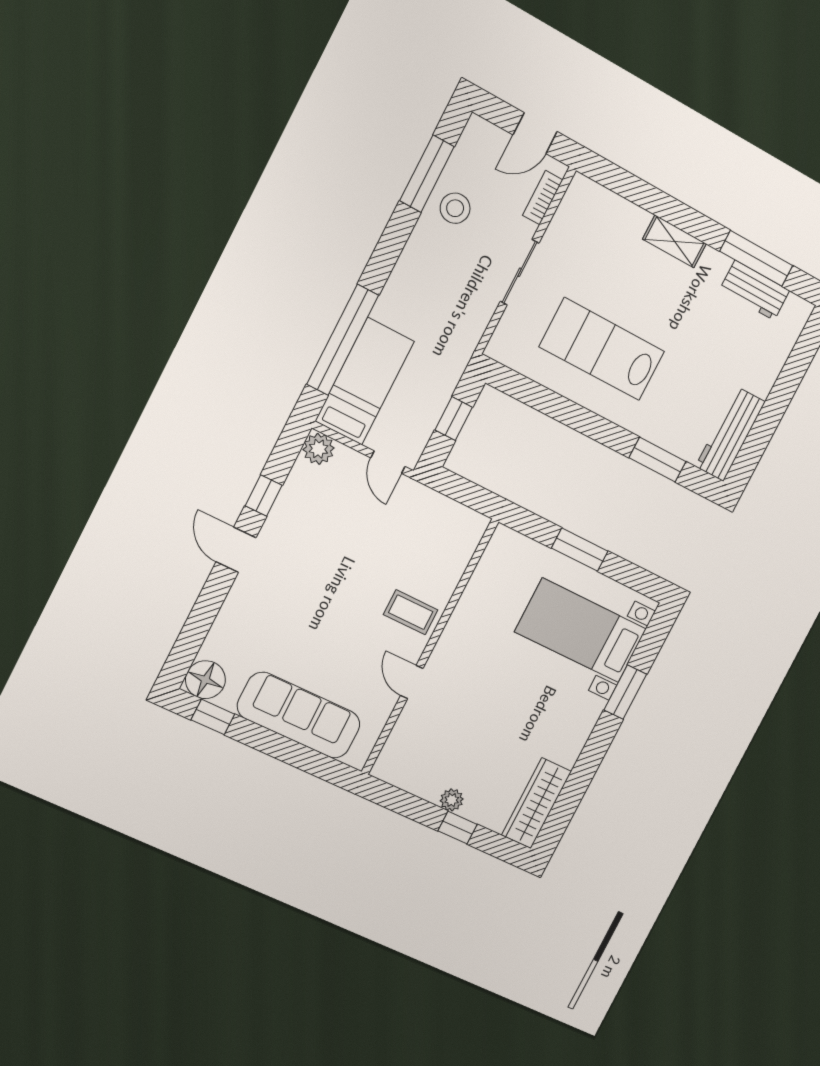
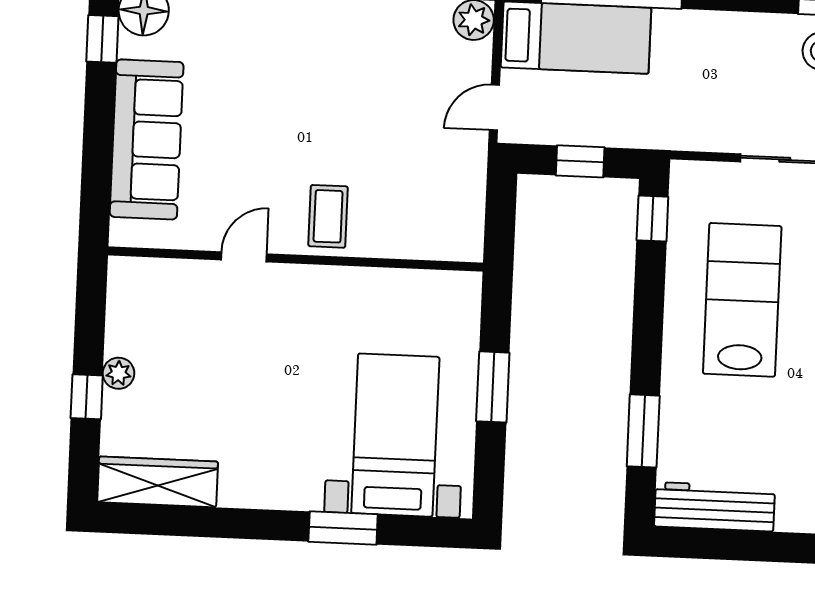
window: (517, 386) -> (652, 218), added

